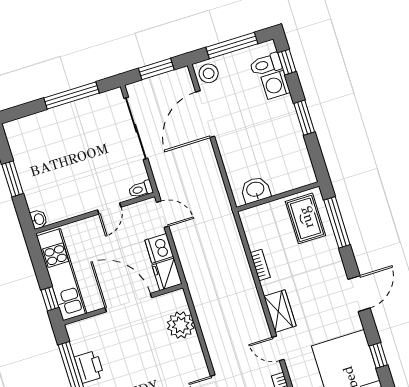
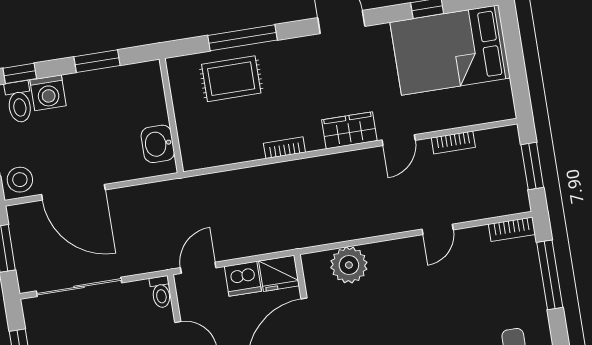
washbasin: (255, 190) -> (158, 144), moved
wall: (278, 197) -> (171, 116), moved

